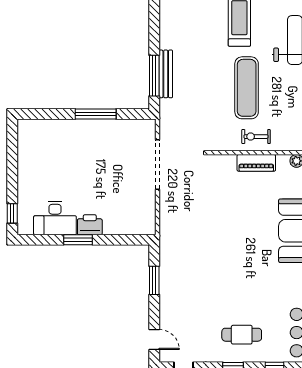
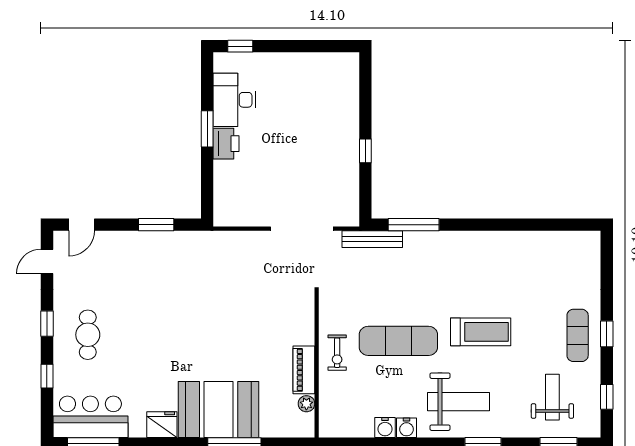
bench: (166, 74) -> (372, 239), moved
window: (96, 114) -> (365, 151), width x0.46
exercise bike: (256, 137) -> (337, 353), turned 180
piano: (256, 163) -> (304, 370), moved

